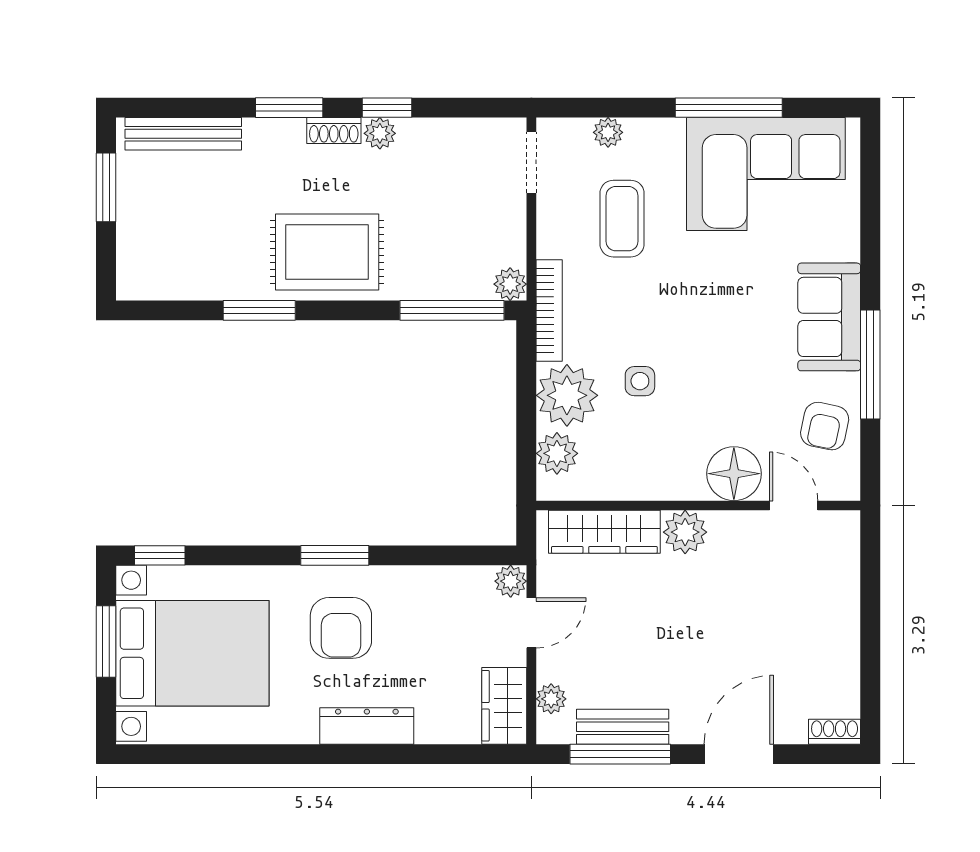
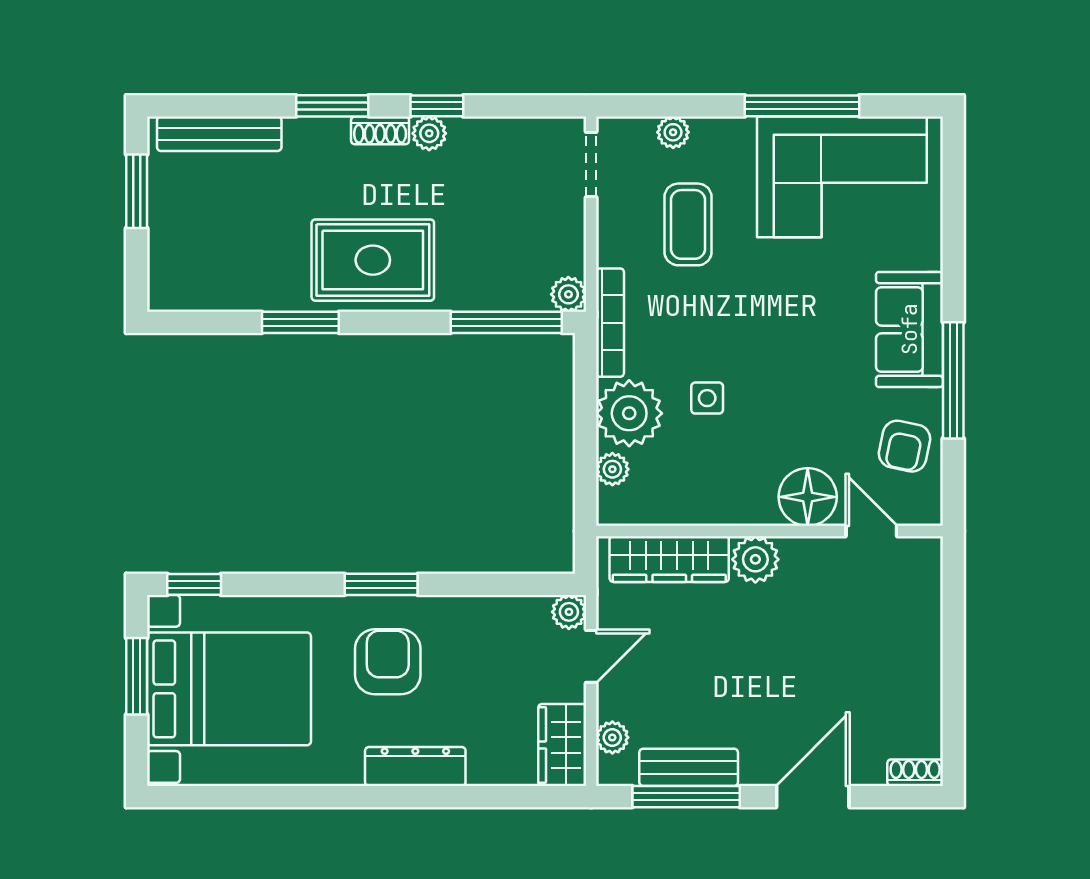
plant: (557, 453) -> (612, 469), width x0.73, depth x0.73
armchair: (341, 628) -> (388, 662), turned 180

